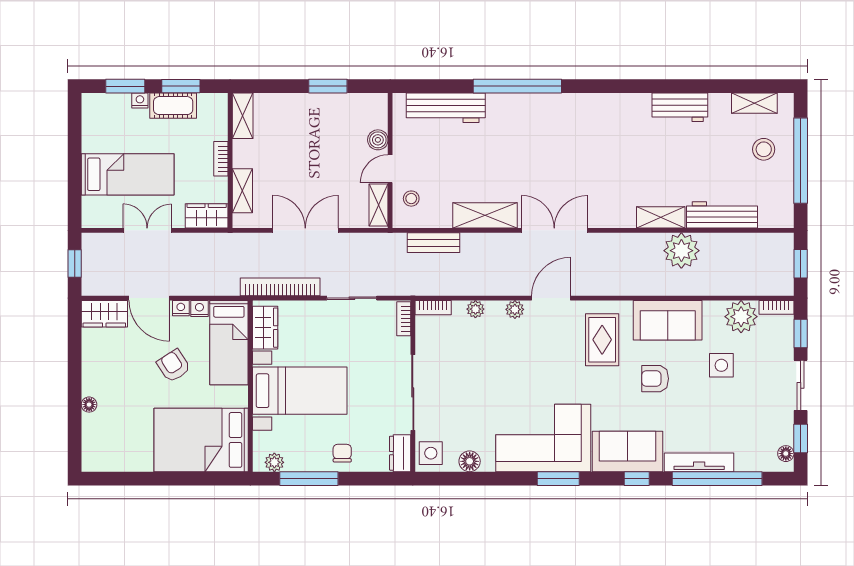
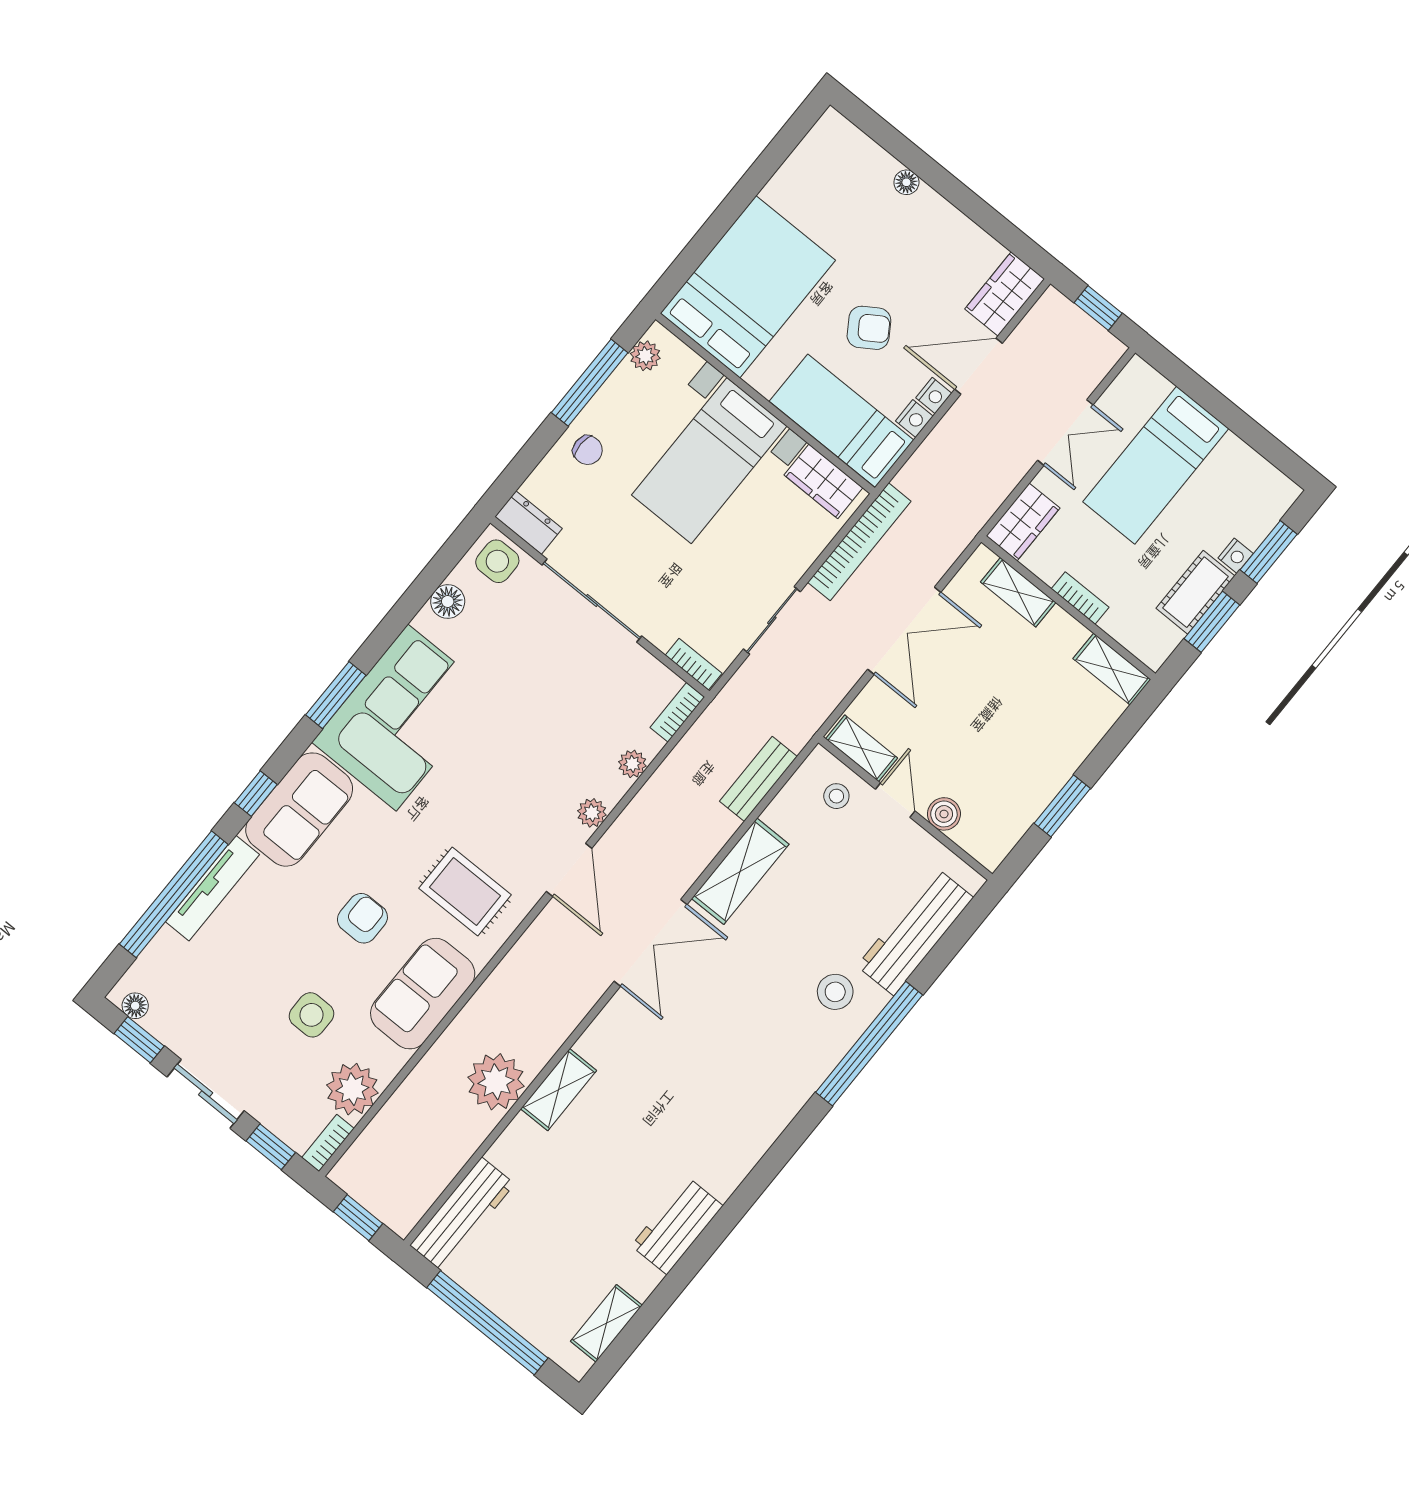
stool: (764, 149) -> (835, 992), moved
workbench: (722, 215) -> (462, 1215), moved

